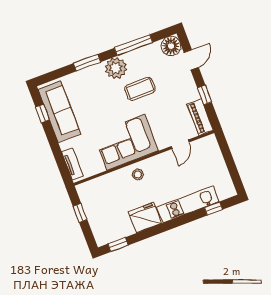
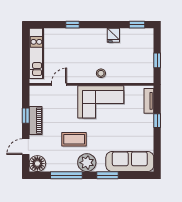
sofa: (59, 112) -> (130, 162), moved, turned 90
window: (43, 114) -> (157, 121), moved
piano: (200, 117) -> (36, 121), moved
kitchen unit: (188, 204) -> (36, 53), moved, turned -90
window: (213, 208) -> (73, 25), moved
fridge: (145, 218) -> (113, 35), width x0.53, depth x0.75

